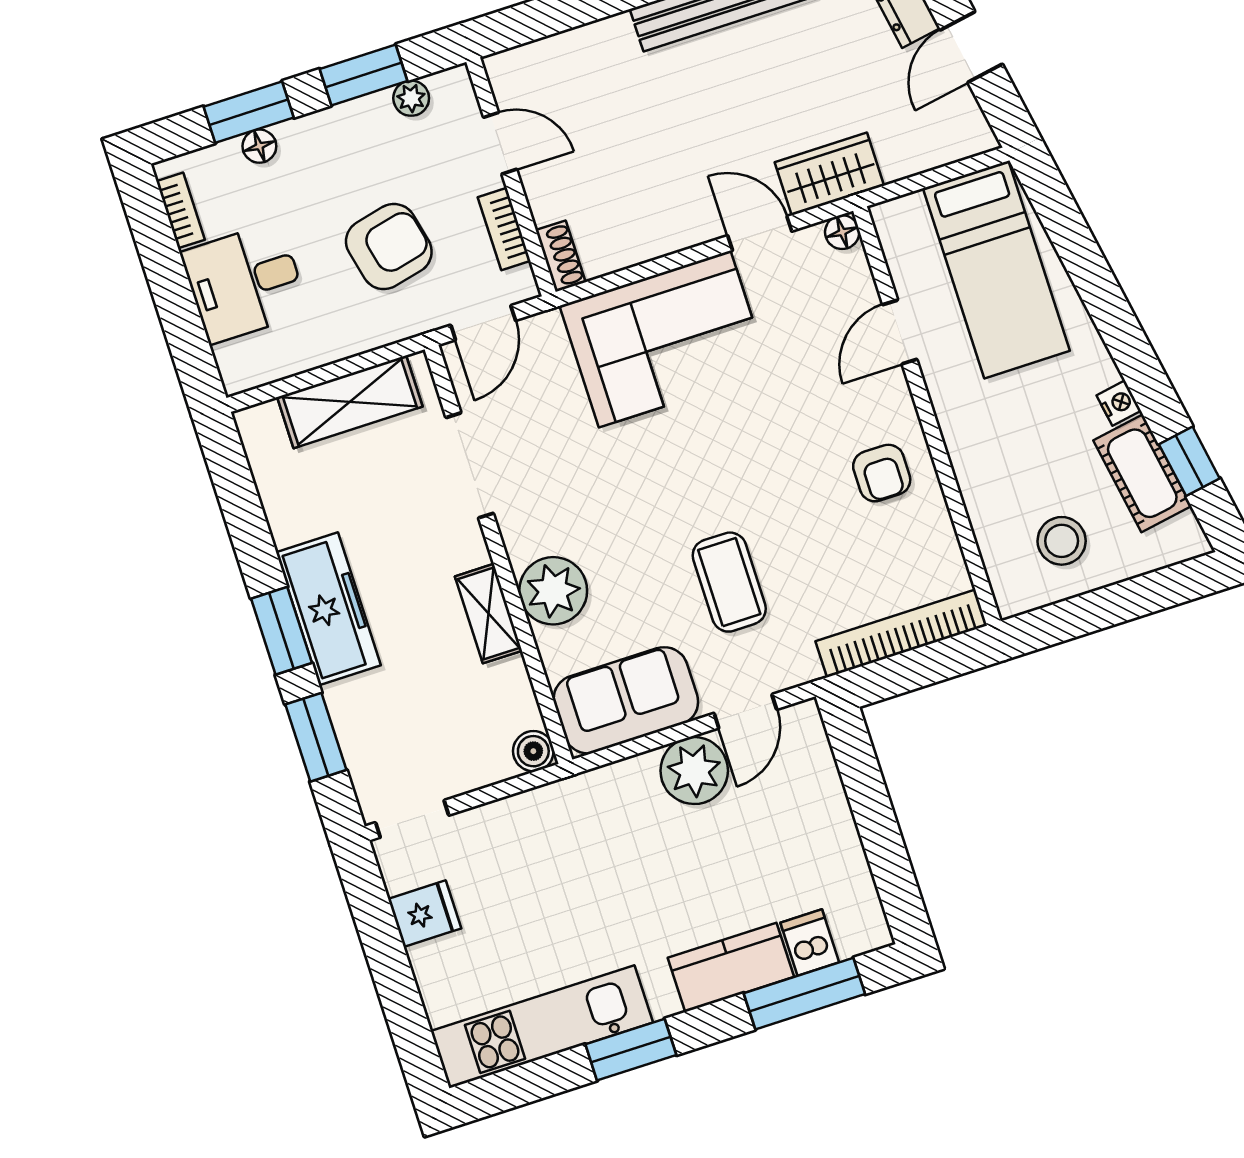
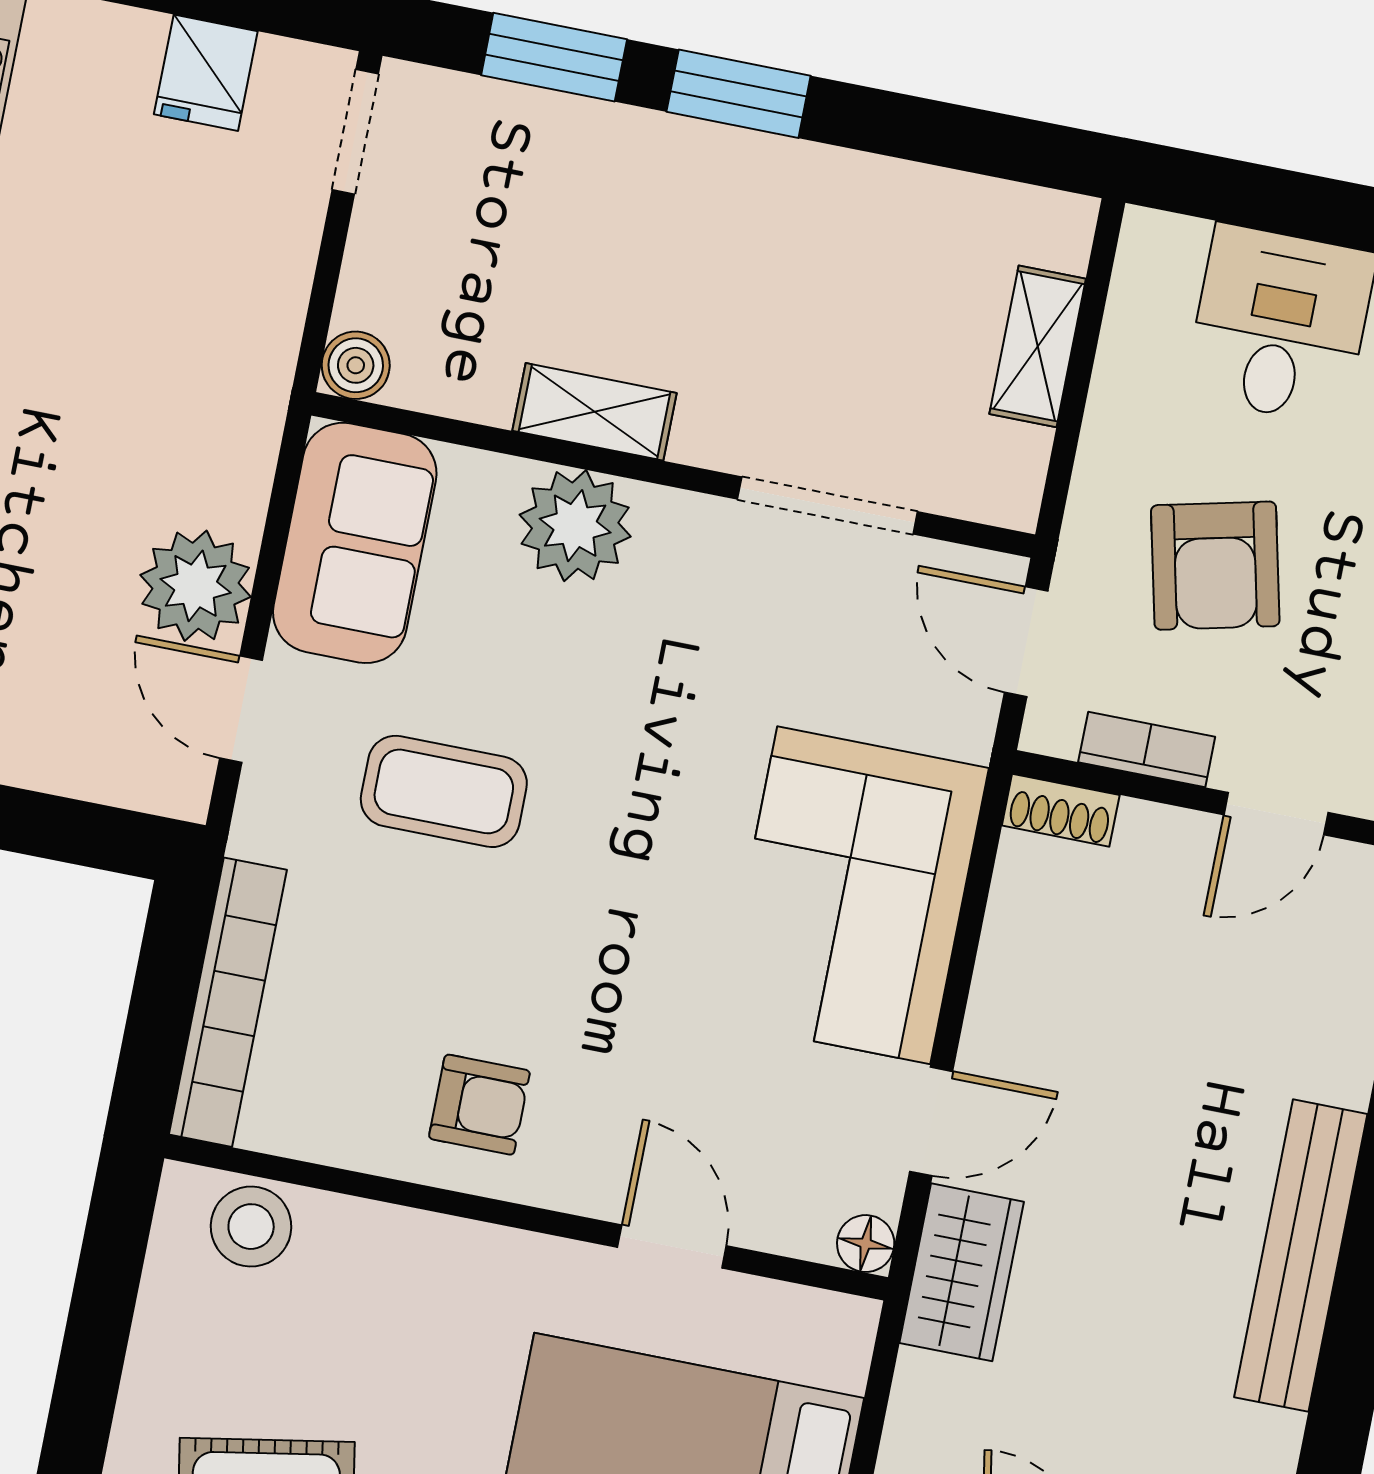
shelving: (350, 402) -> (1038, 346), width x0.67, depth x0.75
armchair: (882, 473) -> (479, 1105), turned 180
stool: (1062, 541) -> (251, 1227), moved
freezer: (328, 609) -> (732, 181), removed

